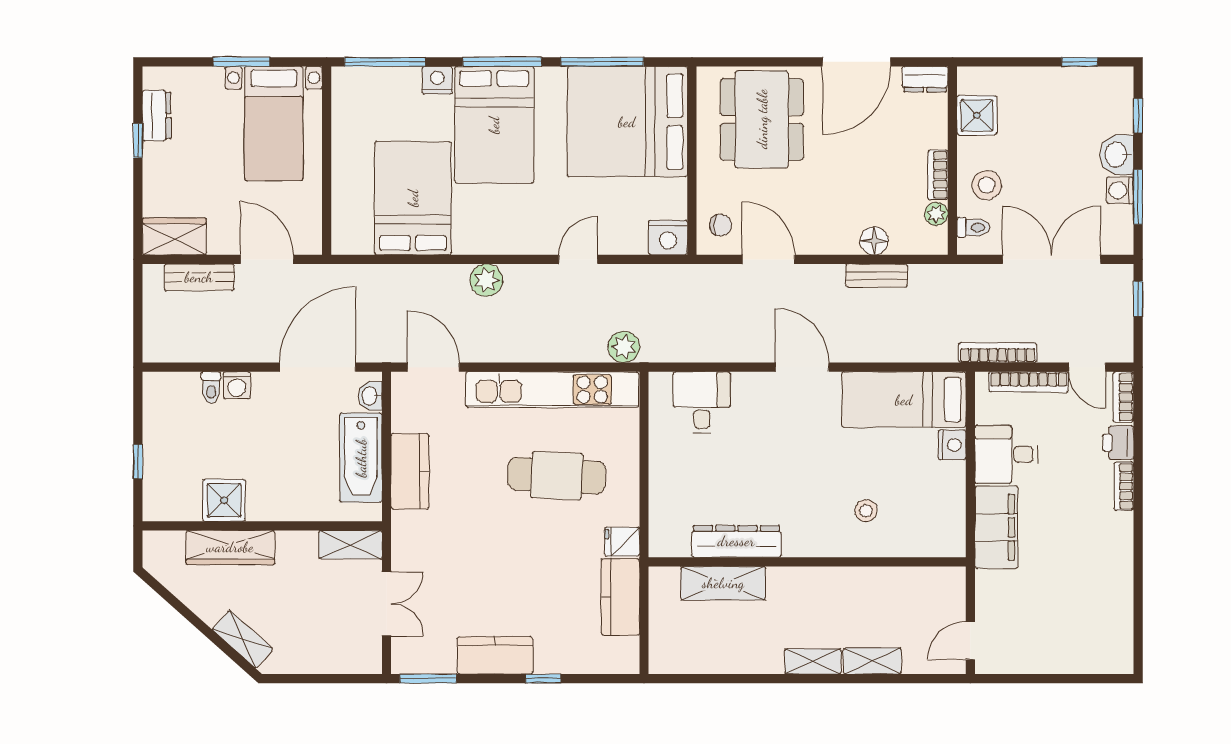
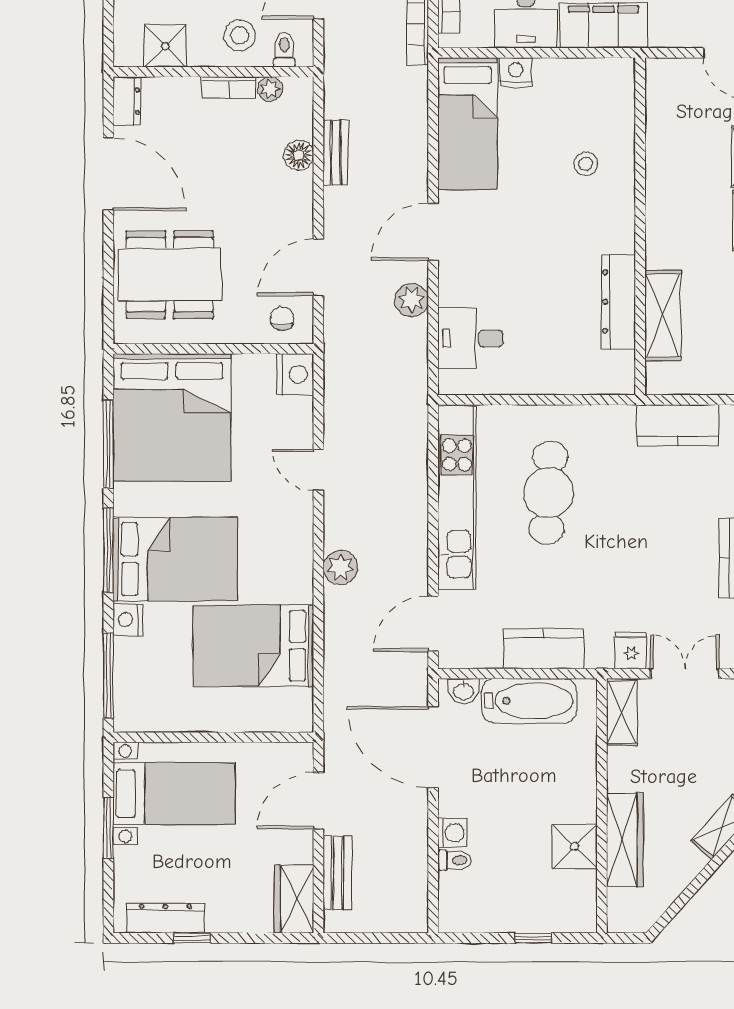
dresser: (157, 116) -> (165, 918), width x1.44
plant: (624, 347) -> (412, 300), moved
fridge: (622, 542) -> (631, 650), moved, turned 180

